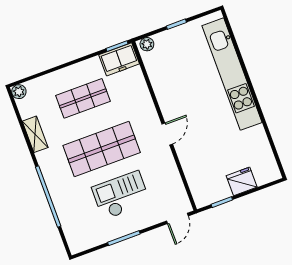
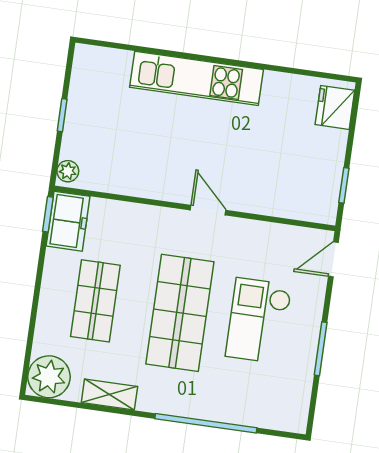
kitchen unit: (232, 74) -> (197, 78), width x0.73
plant: (19, 92) -> (49, 377), width x1.87, depth x1.87
fridge: (242, 181) -> (335, 107), moved
door: (177, 218) -> (333, 259), swing flipped

